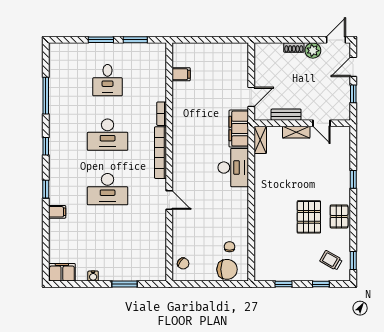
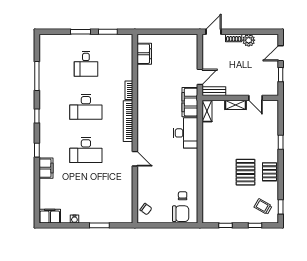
door: (336, 40) -> (213, 32), moved
filing cabinet: (181, 74) -> (144, 54), width x2.00
bench: (286, 115) -> (214, 91), moved
filing cabinet: (57, 212) -> (46, 168), width x2.00

